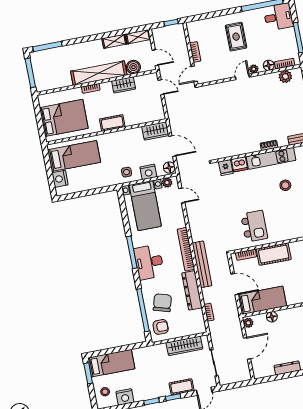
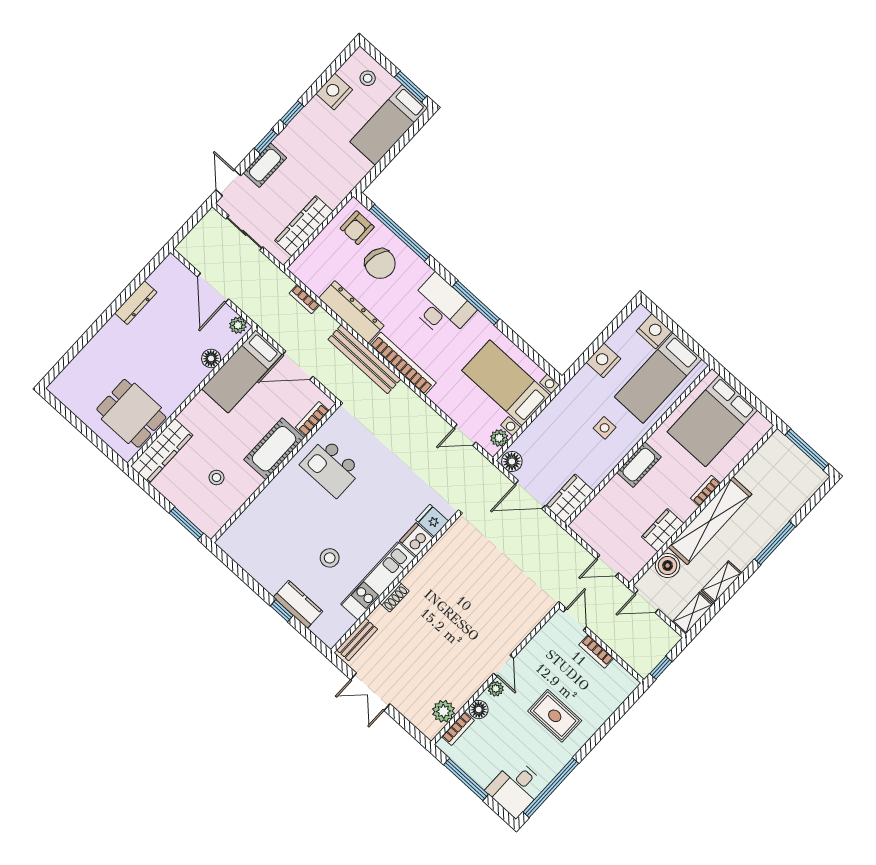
window: (47, 46) -> (775, 543), moved
side table: (127, 172) -> (605, 428), moved
nightstand: (148, 172) -> (604, 360), moved

